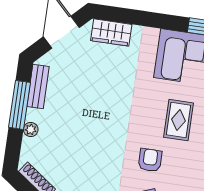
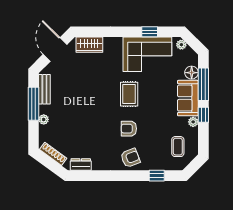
rug: (179, 120) -> (129, 94), moved
armchair: (150, 160) -> (129, 129), turned -90

